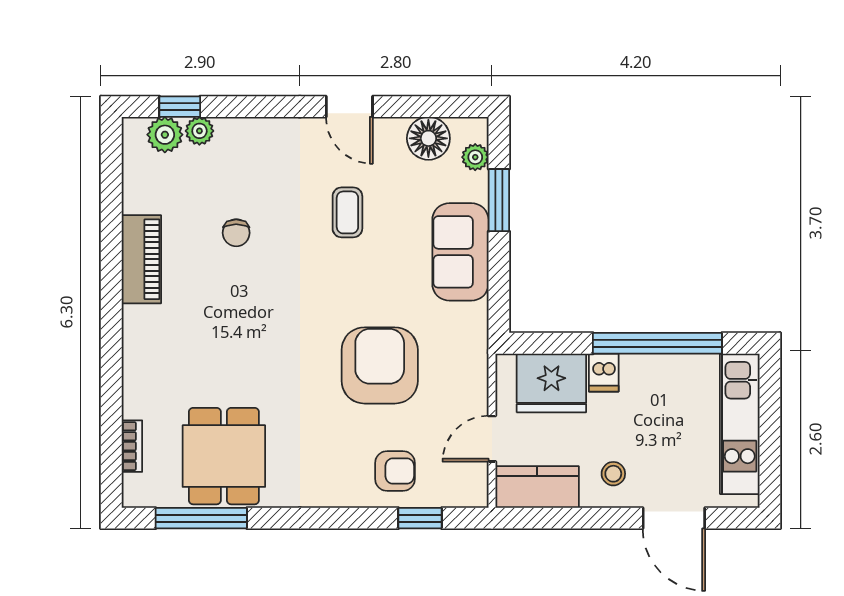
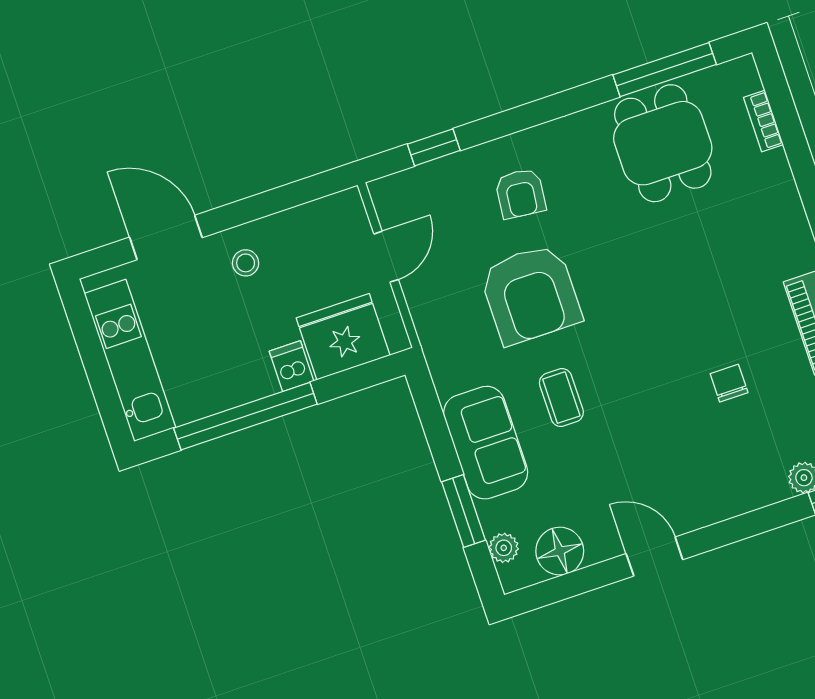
coffee table: (347, 212) -> (561, 398), moved
armchair: (395, 471) -> (520, 193), moved, turned -84
kitchen counter: (537, 487) -> (321, 222), removed

